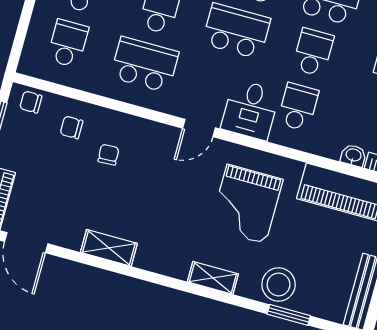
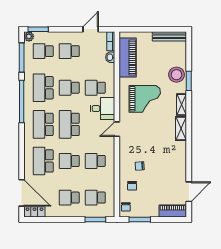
window: (22, 31) -> (95, 220), added
school desk: (145, 65) -> (95, 161), width x0.54
door: (199, 128) -> (117, 129), swing flipped
shelving: (109, 248) -> (181, 128), moved
window: (289, 315) -> (189, 81), moved

